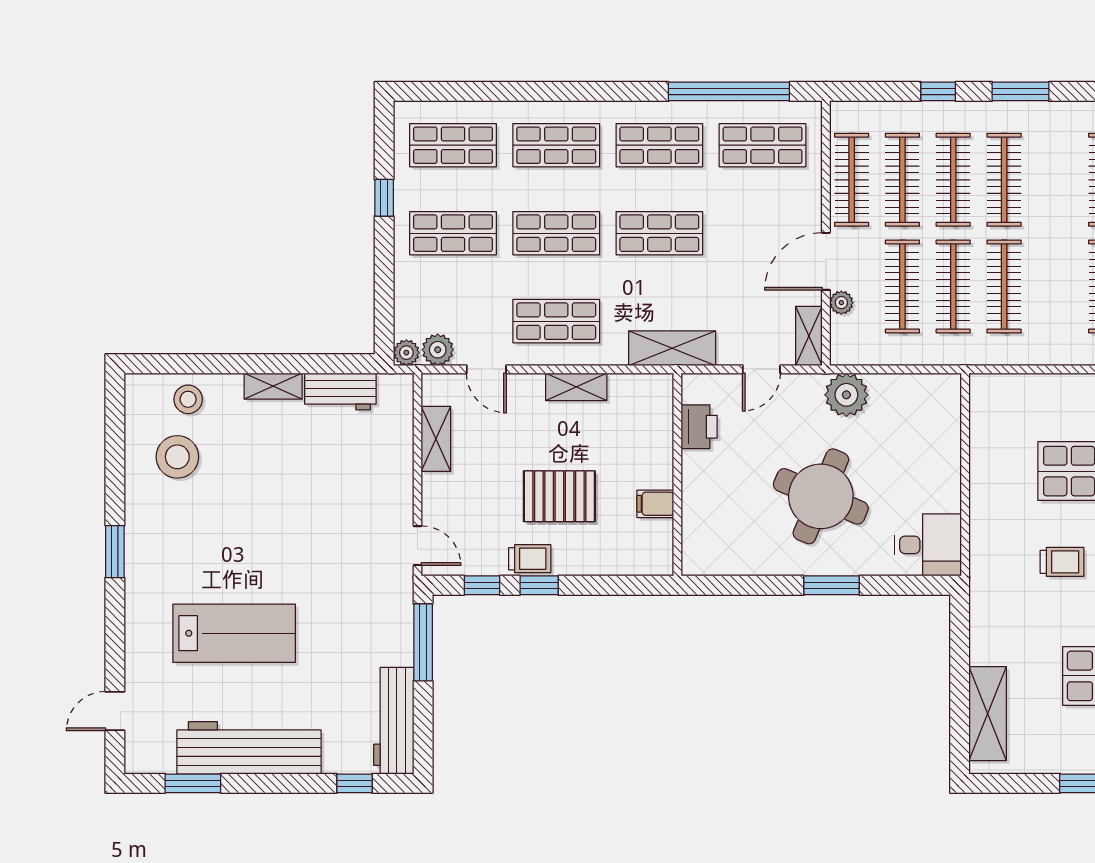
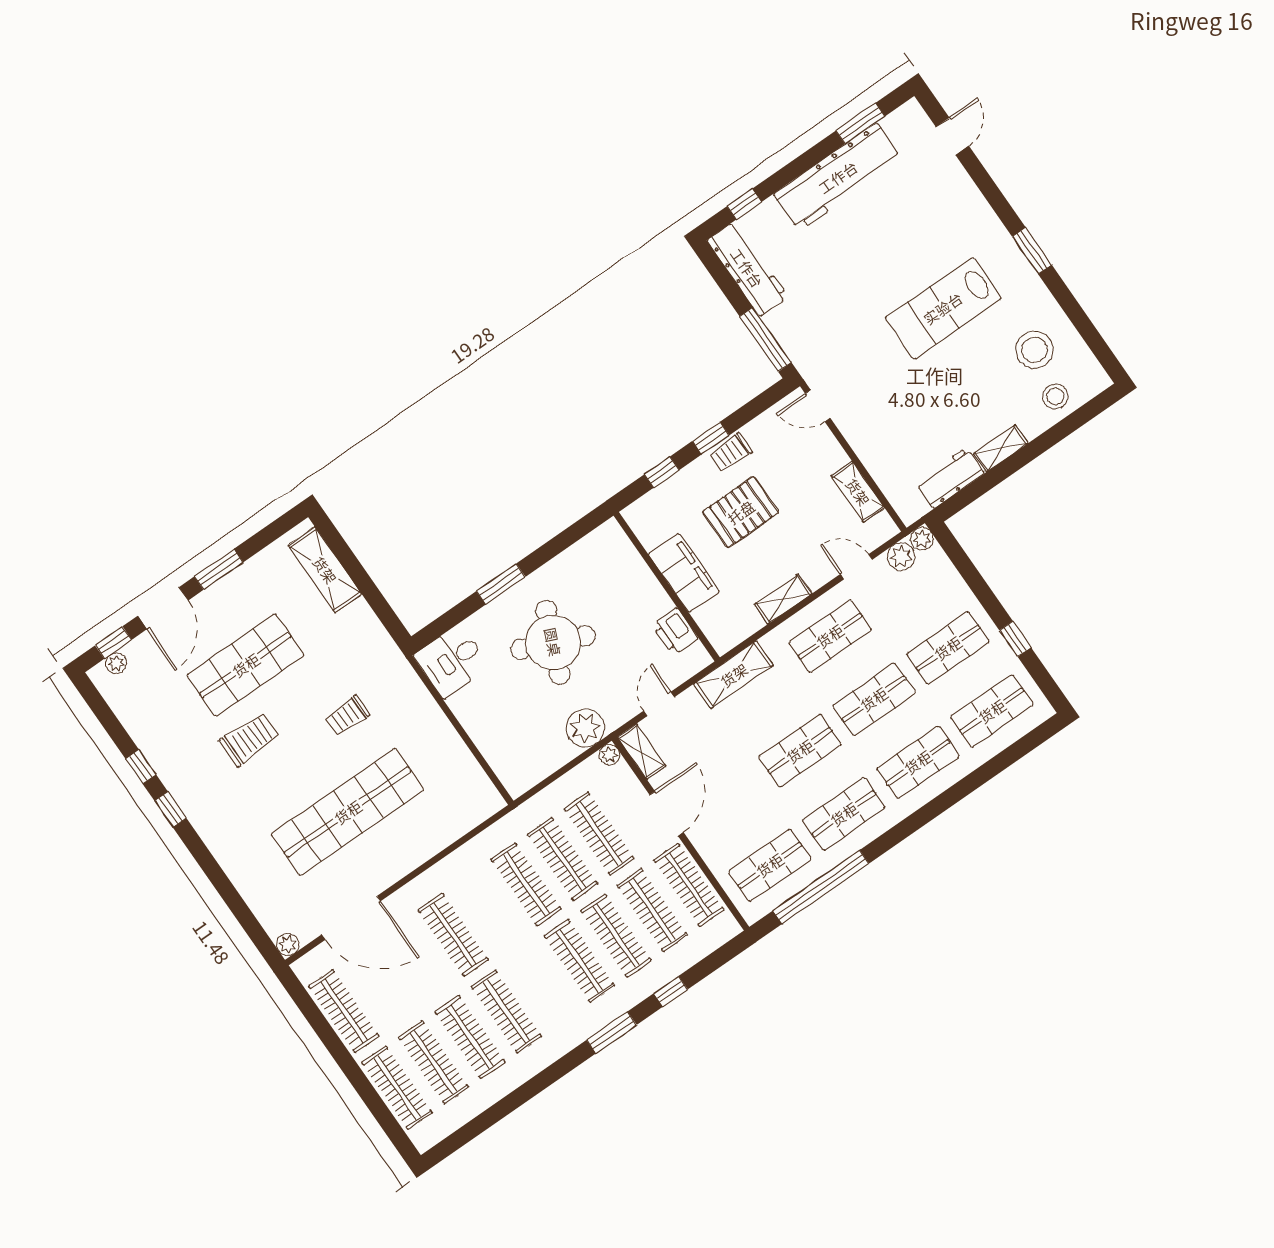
plant: (841, 303) -> (609, 755), moved
filing cabinet: (655, 504) -> (684, 573), width x3.00, depth x1.17
window: (482, 585) -> (662, 472), moved
lab bench: (234, 633) -> (943, 308), moved

